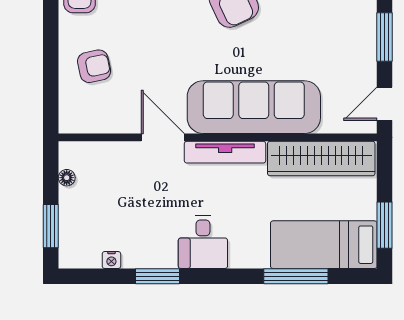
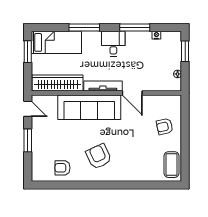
door: (385, 104) -> (28, 109), hinge flipped
window: (158, 276) -> (135, 28), width x1.44
window: (296, 276) -> (84, 28), moved

